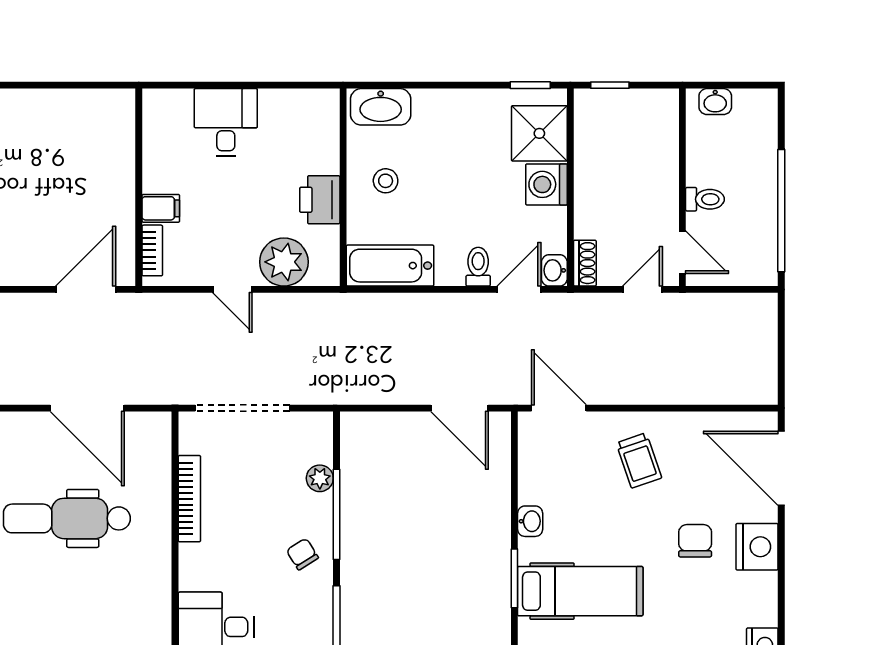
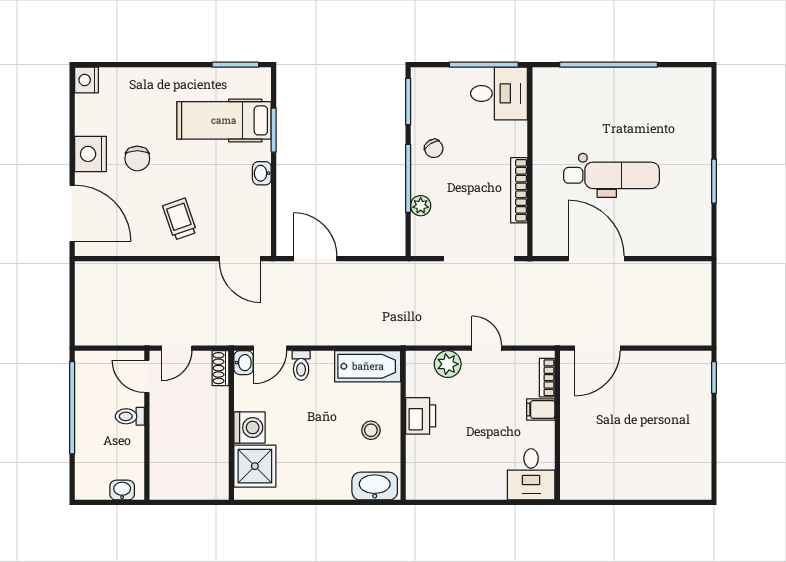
window: (530, 85) -> (262, 502), removed
window: (610, 85) -> (202, 502), removed
desk: (226, 122) -> (531, 474), moved
plant: (284, 262) -> (448, 364), width x0.73, depth x0.73

